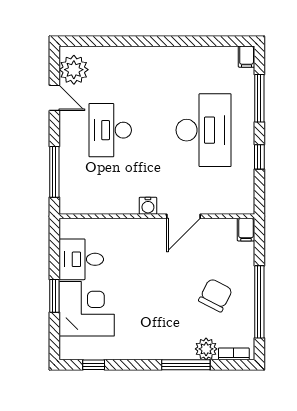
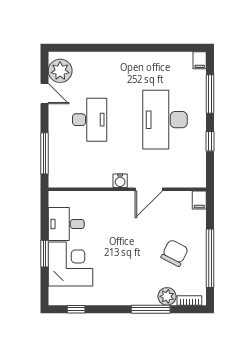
desk: (110, 130) -> (90, 120), turned 180
desk: (204, 130) -> (165, 120), turned 180

